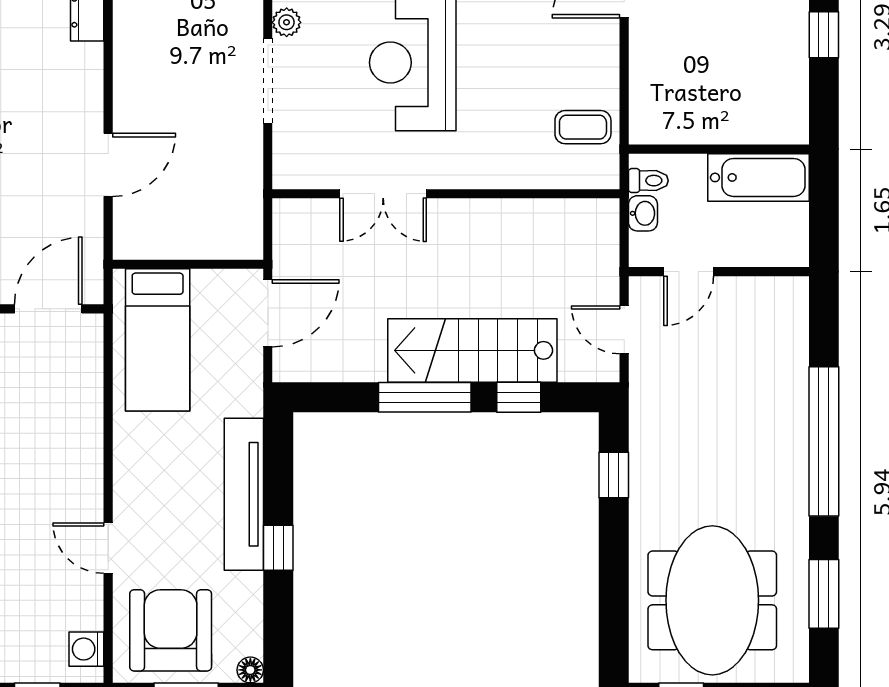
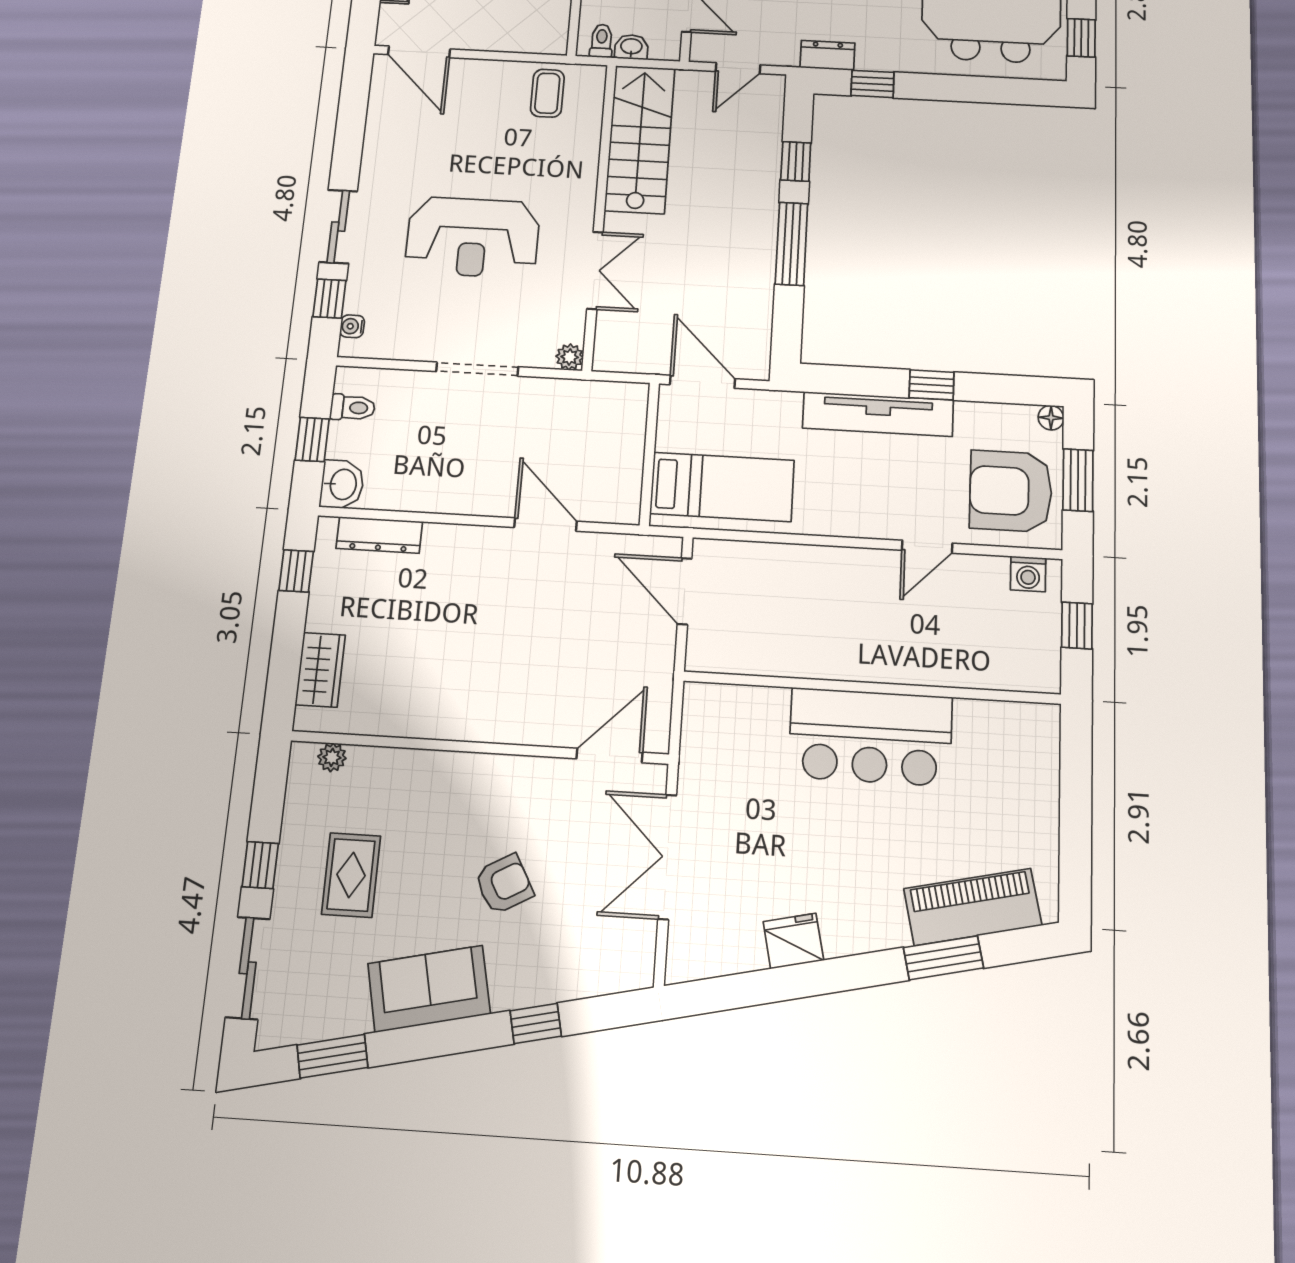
plant: (287, 22) -> (570, 357), moved
stairs: (472, 350) -> (640, 139), moved, turned 180
dresser: (645, 425) -> (827, 55), added

